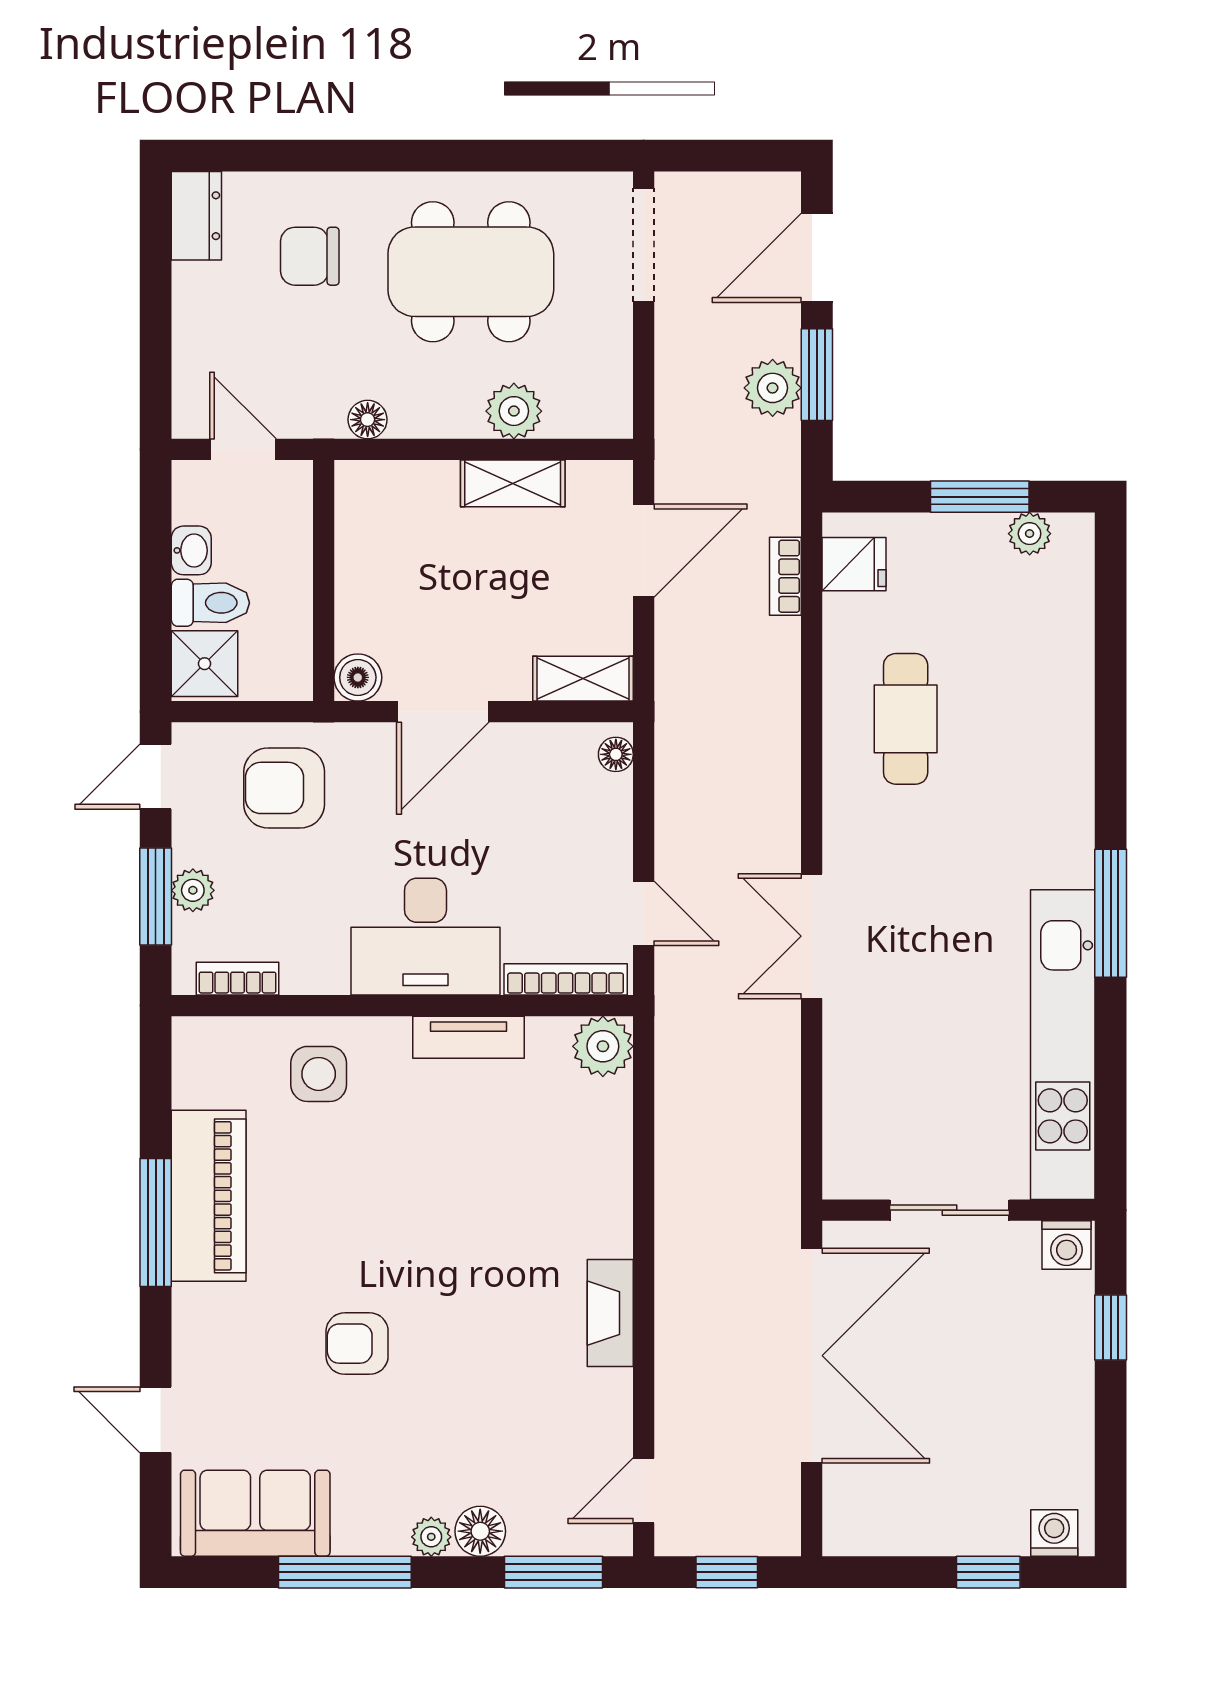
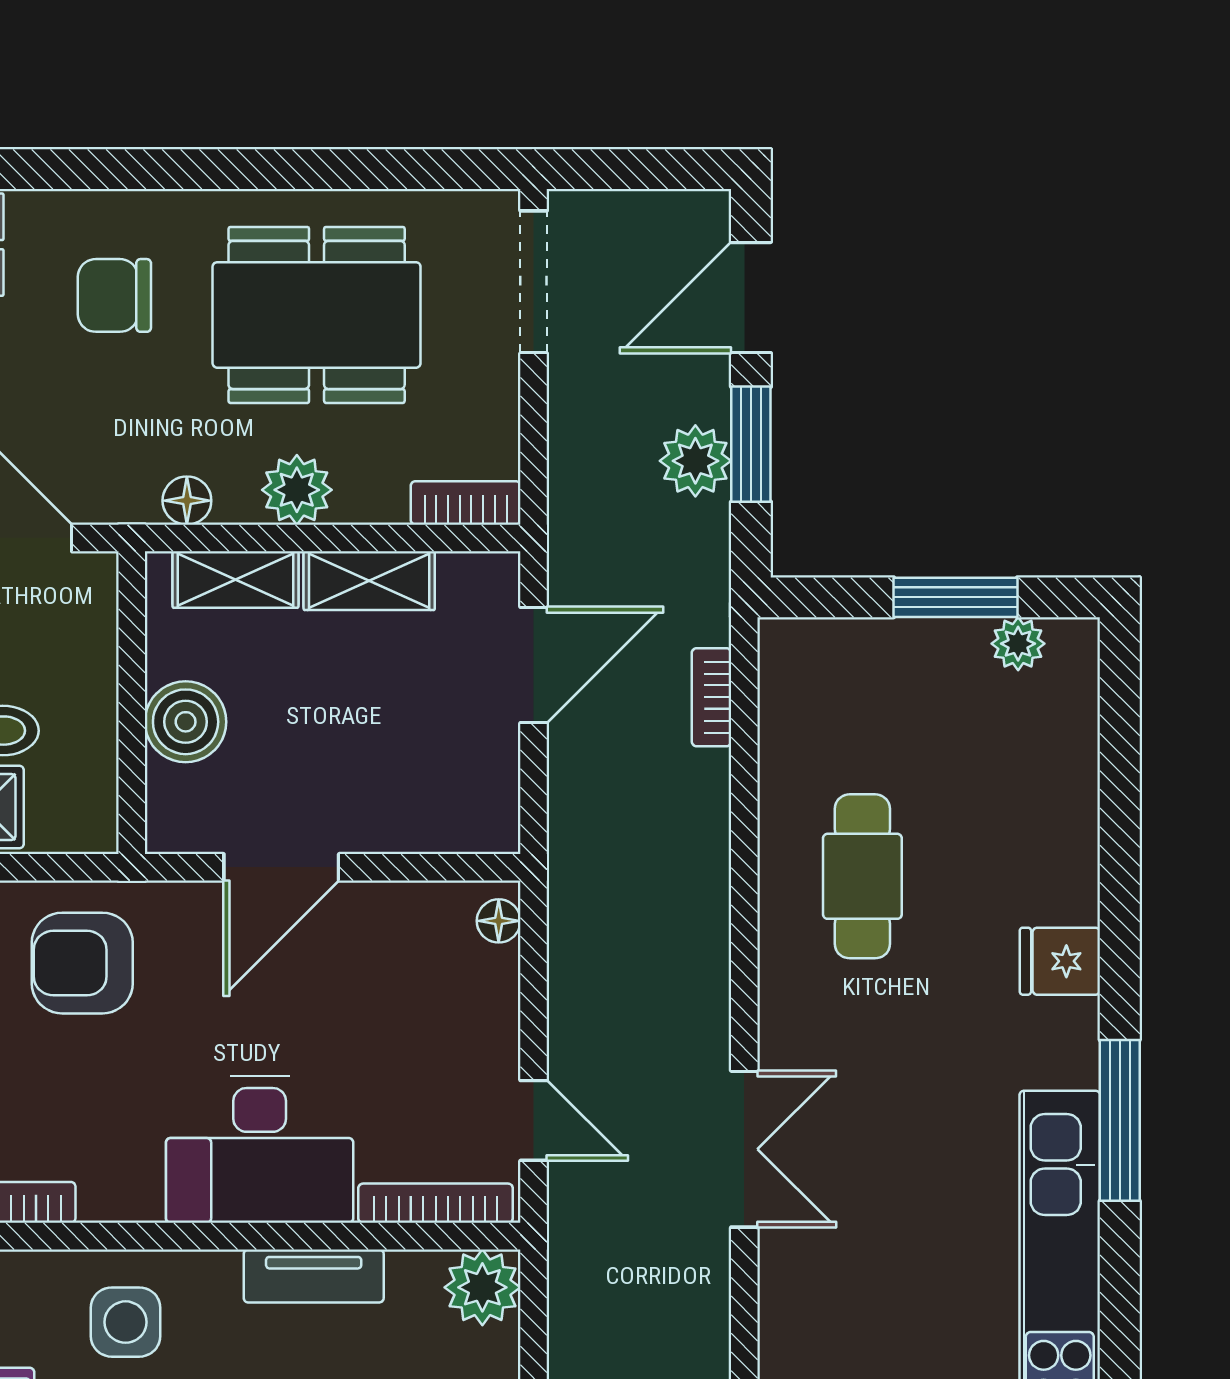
plant: (514, 411) -> (297, 490), moved
bookcase: (590, 421) -> (466, 503), added
fridge: (854, 564) -> (1060, 961), moved, turned 180
boiler: (358, 677) -> (186, 722), moved, width x1.36, depth x1.36
shelving: (583, 679) -> (235, 579), moved
double door: (812, 936) -> (744, 1149), swing flipped

